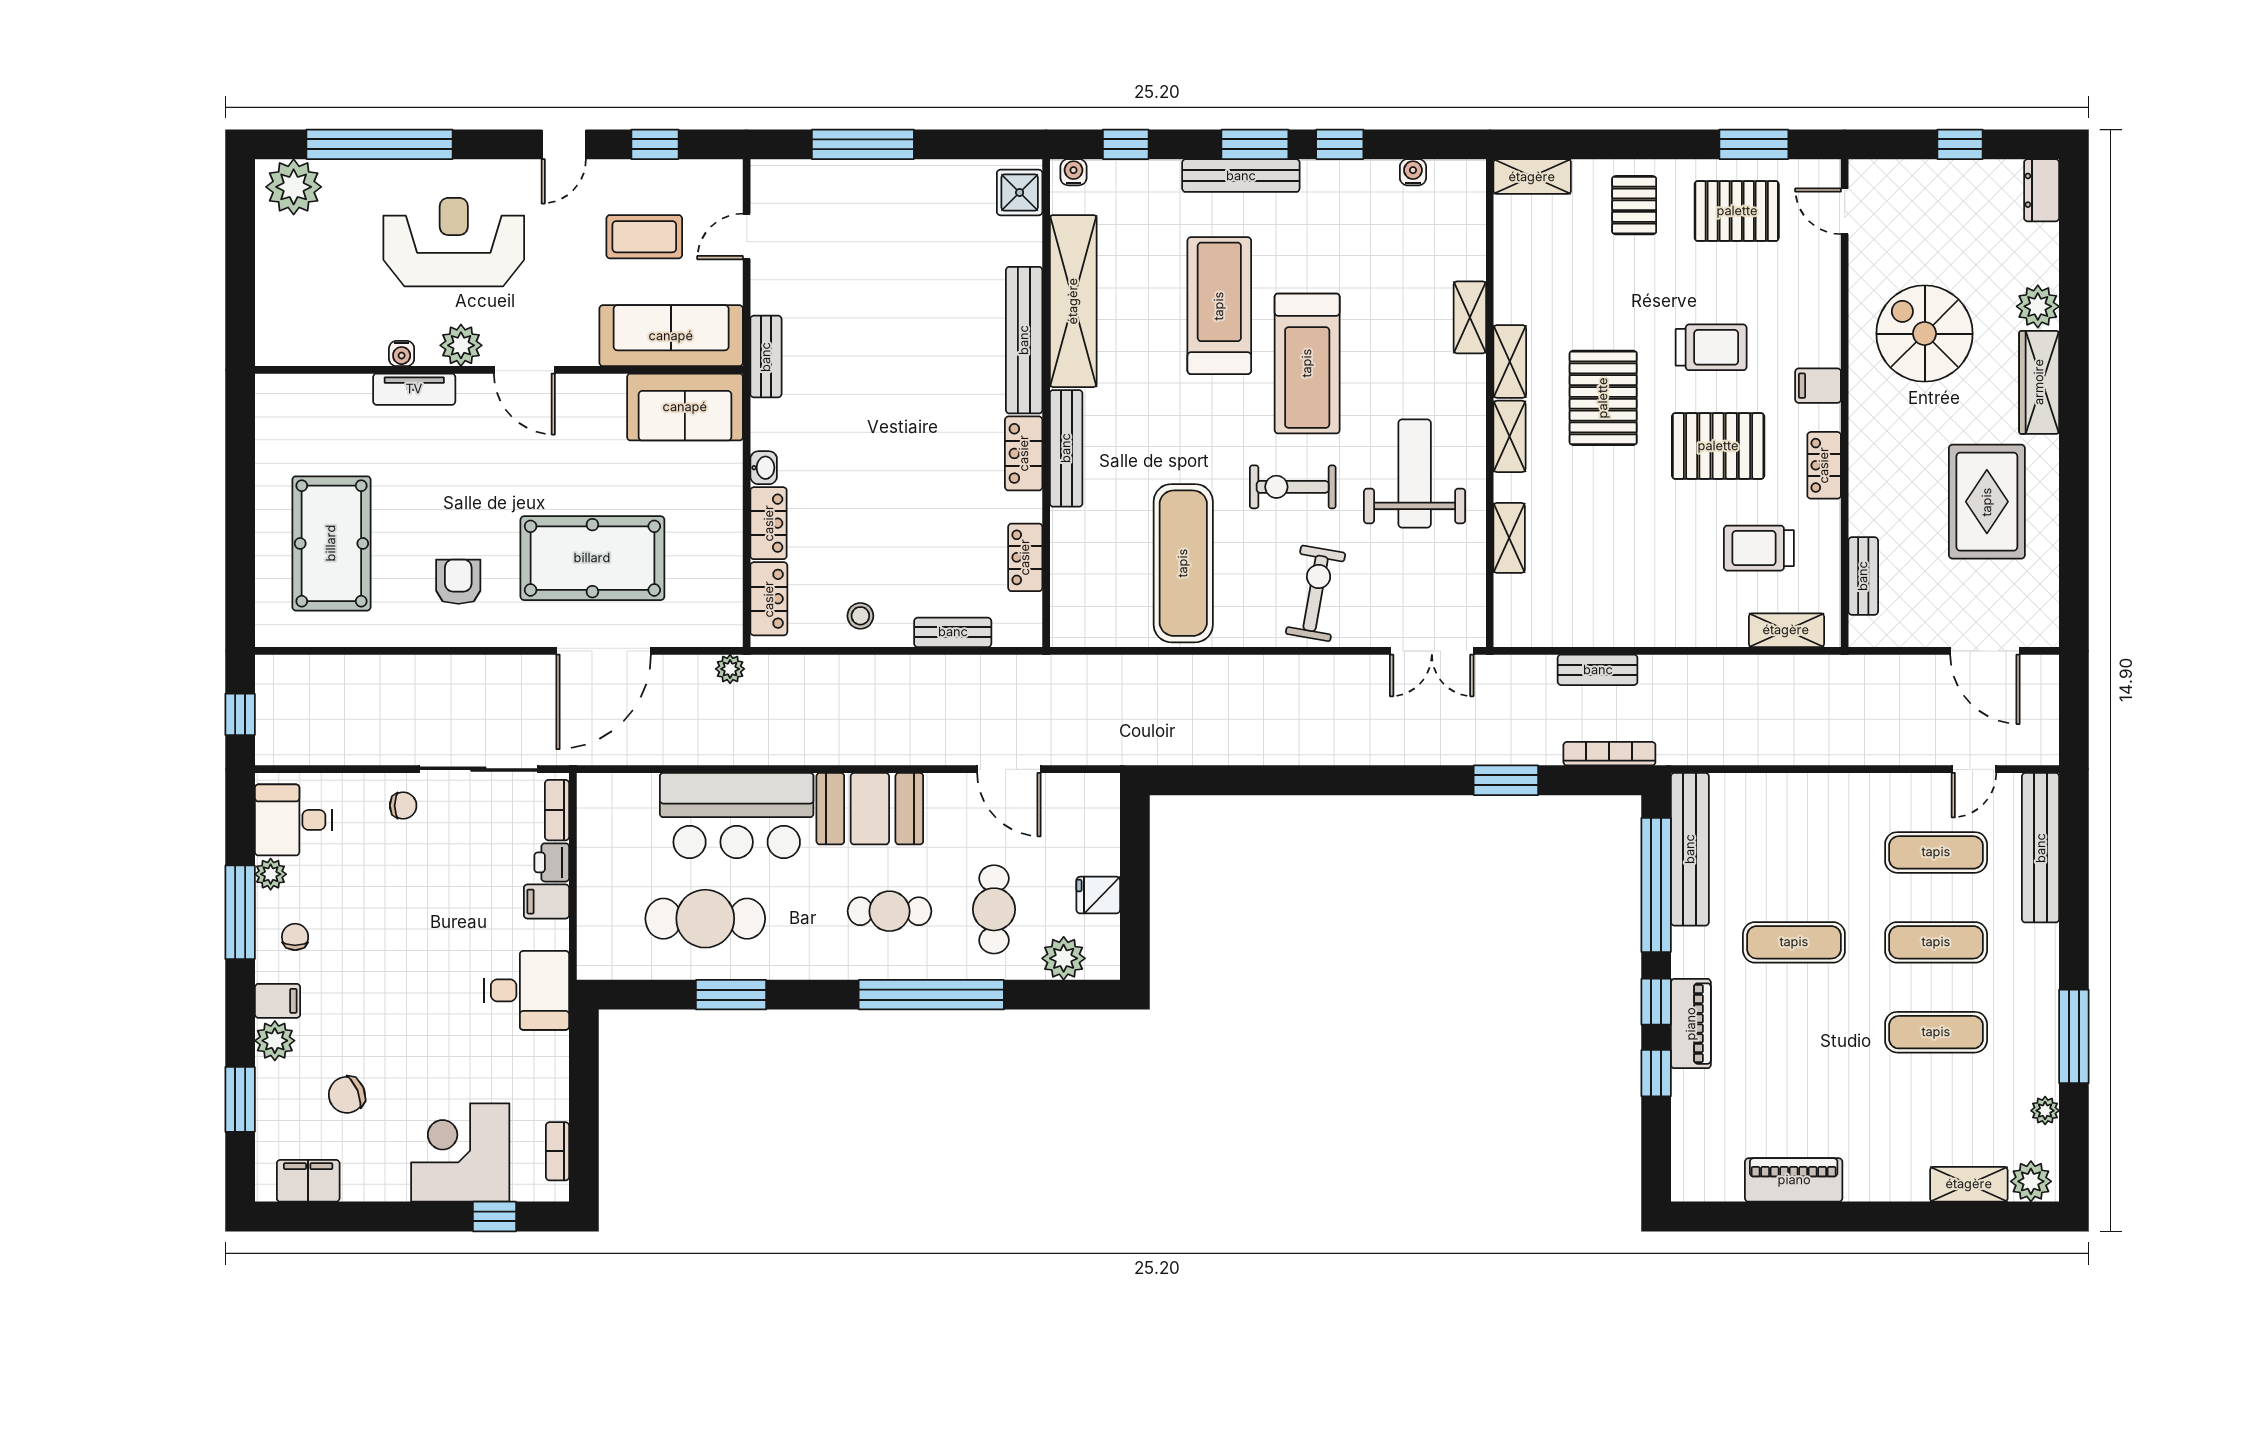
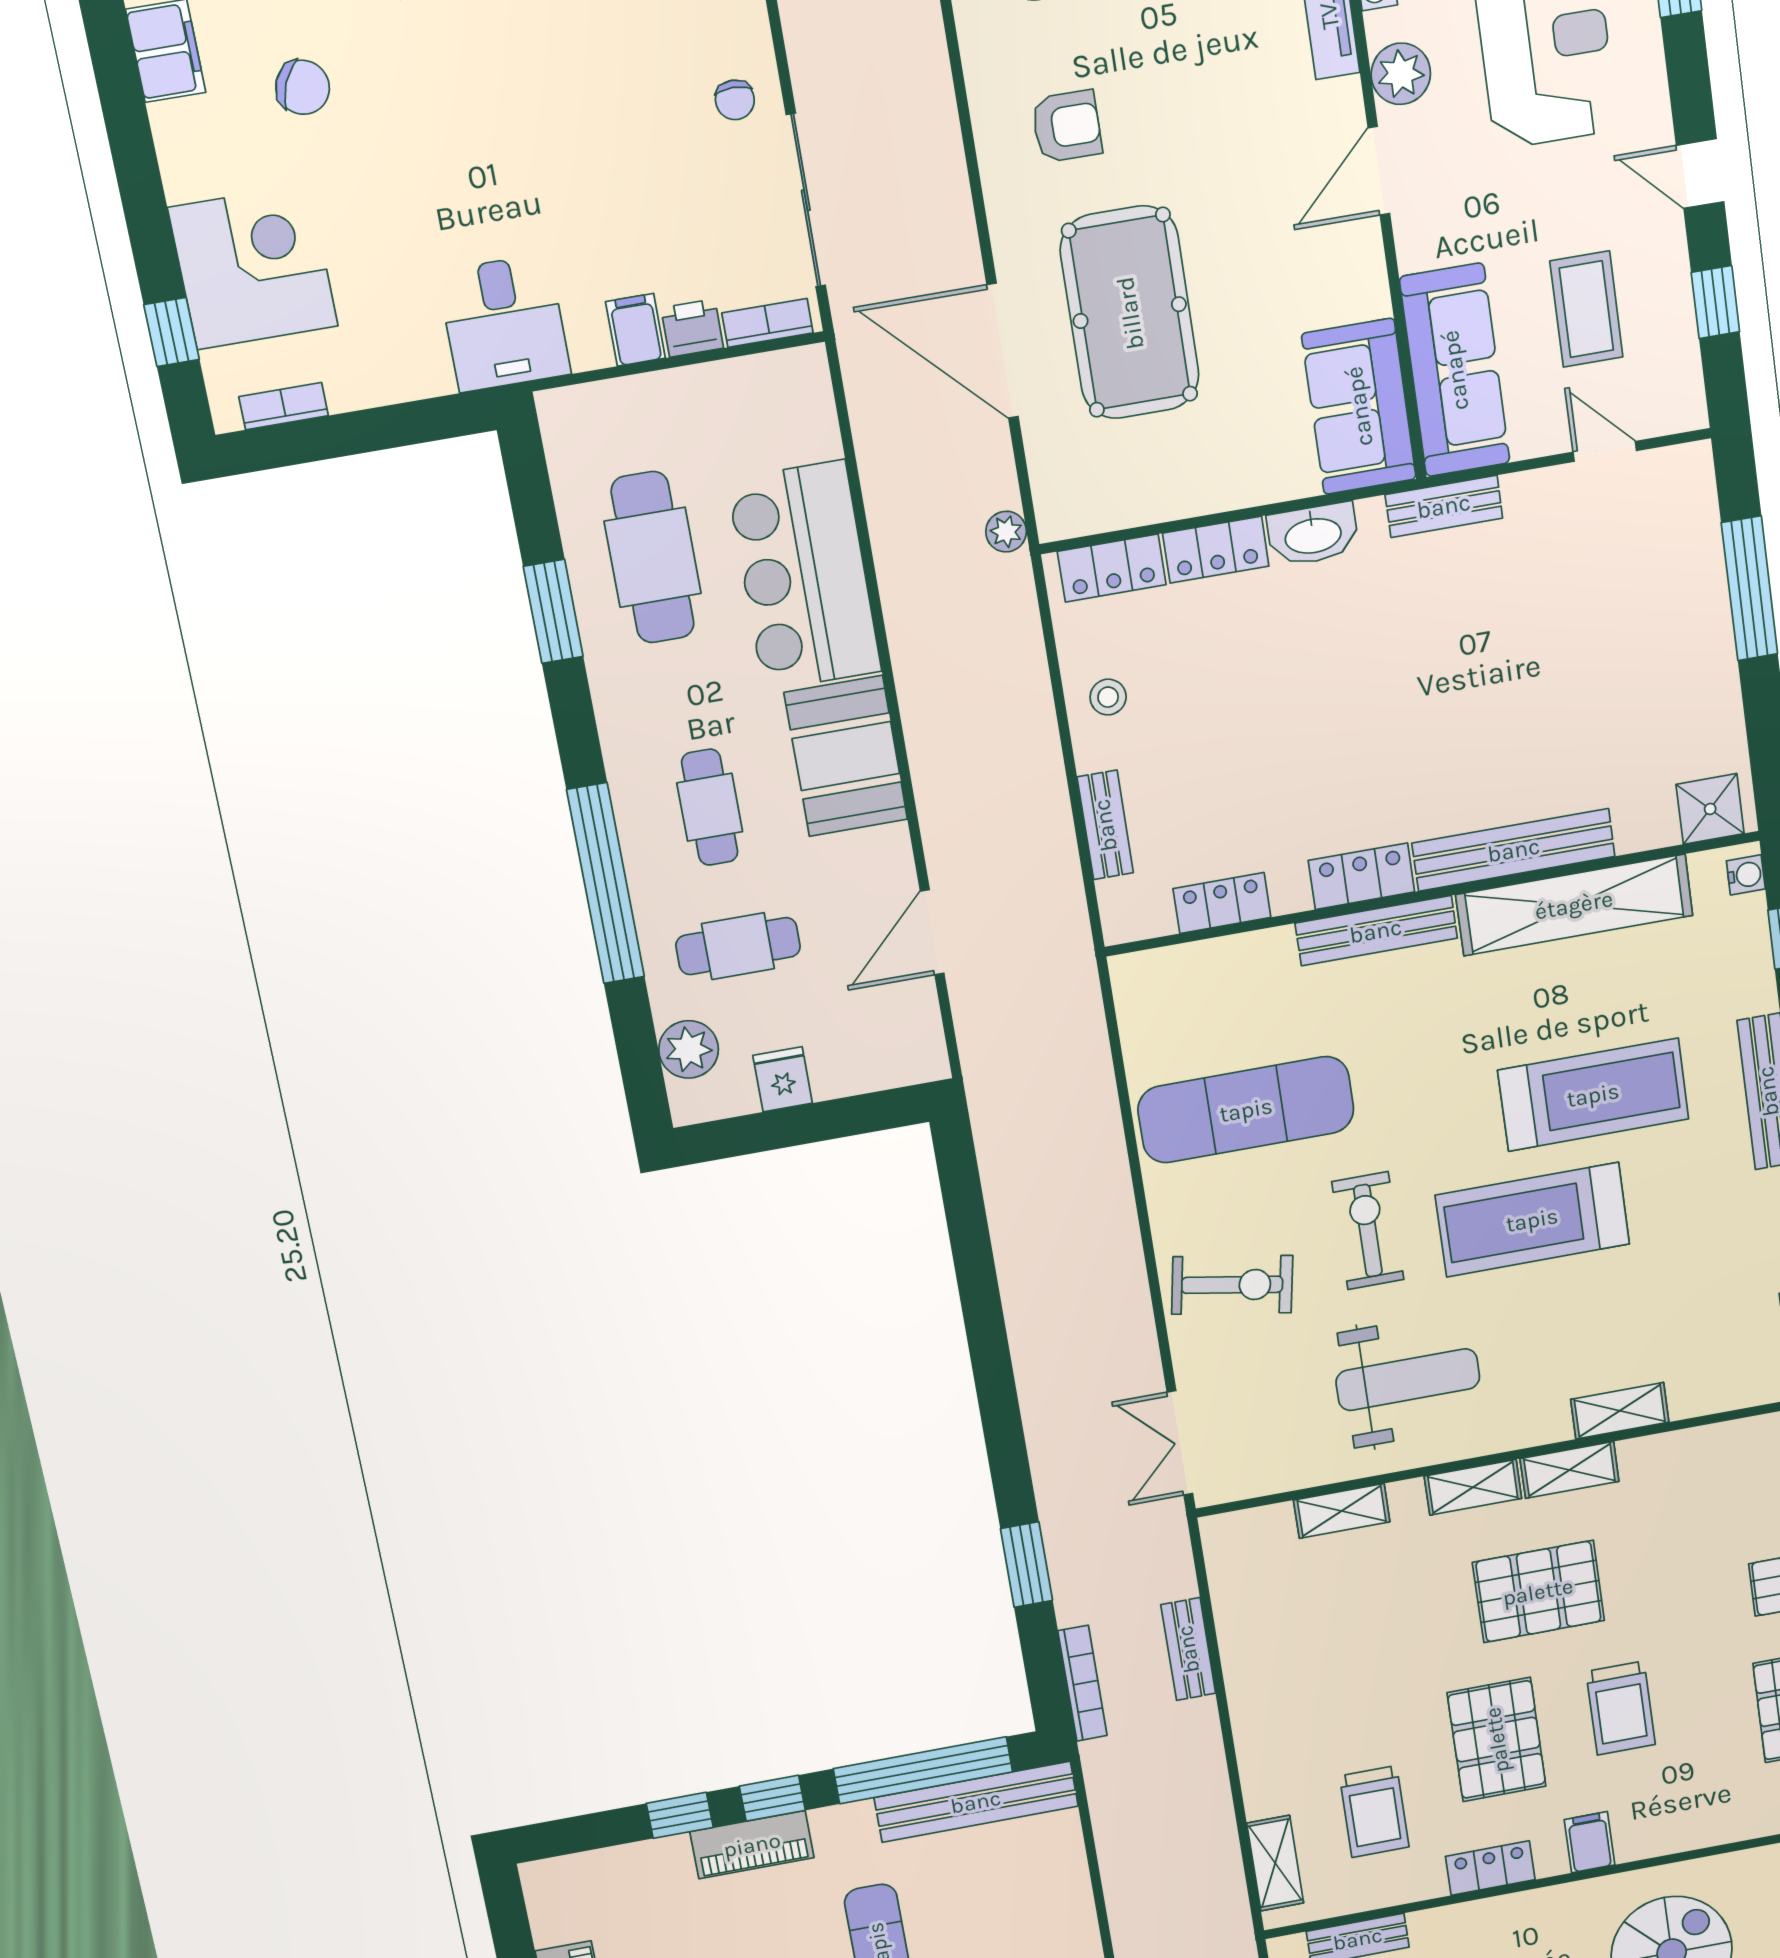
washbasin: (764, 468) -> (1313, 534), width x1.91, depth x1.45
trolley: (1759, 548) -> (1374, 1812), turned 180
chair: (347, 1095) -> (303, 87), turned 137

